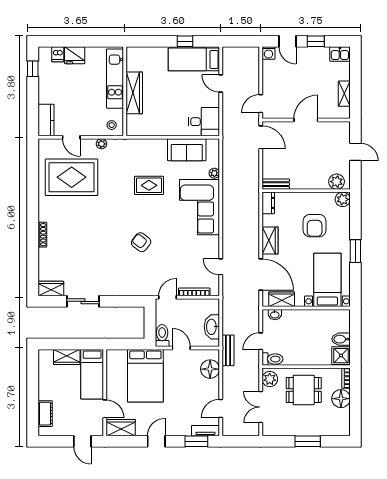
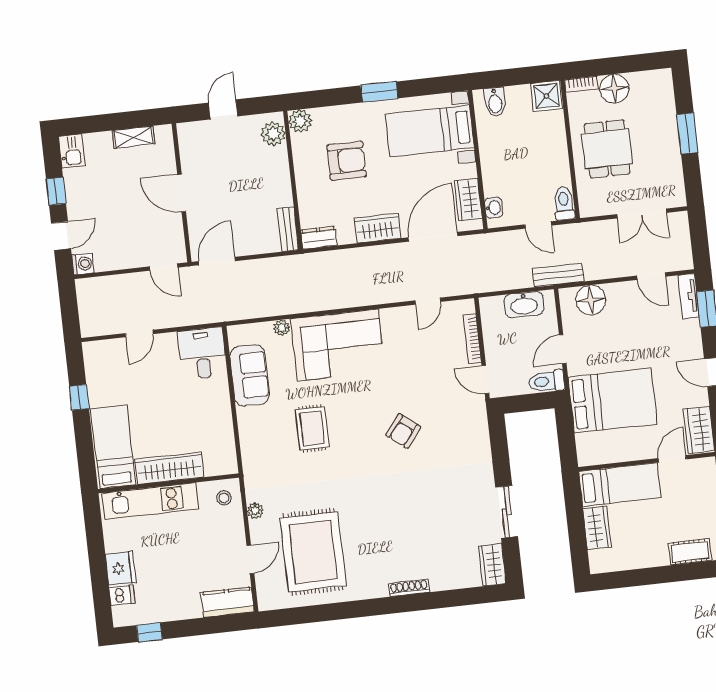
bed: (194, 59) -> (113, 447), moved, turned 180
bidet: (341, 339) -> (495, 102), moved
plant: (270, 379) -> (596, 204), removed

